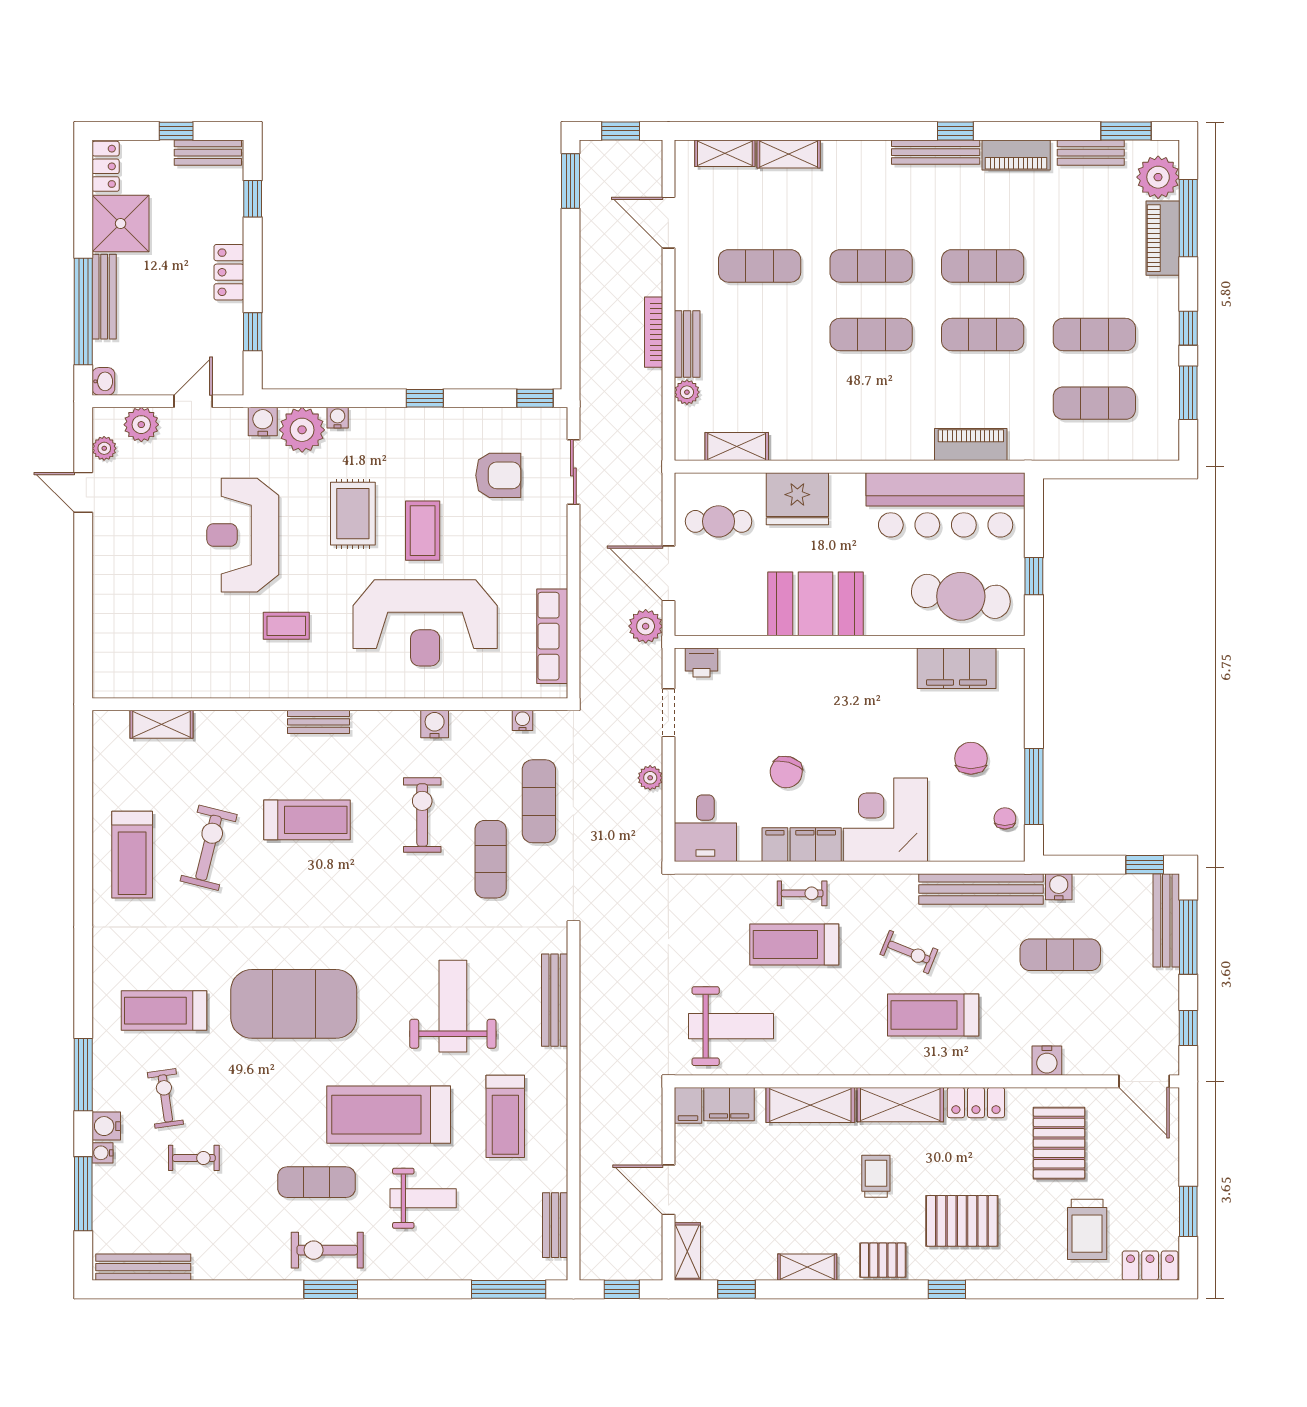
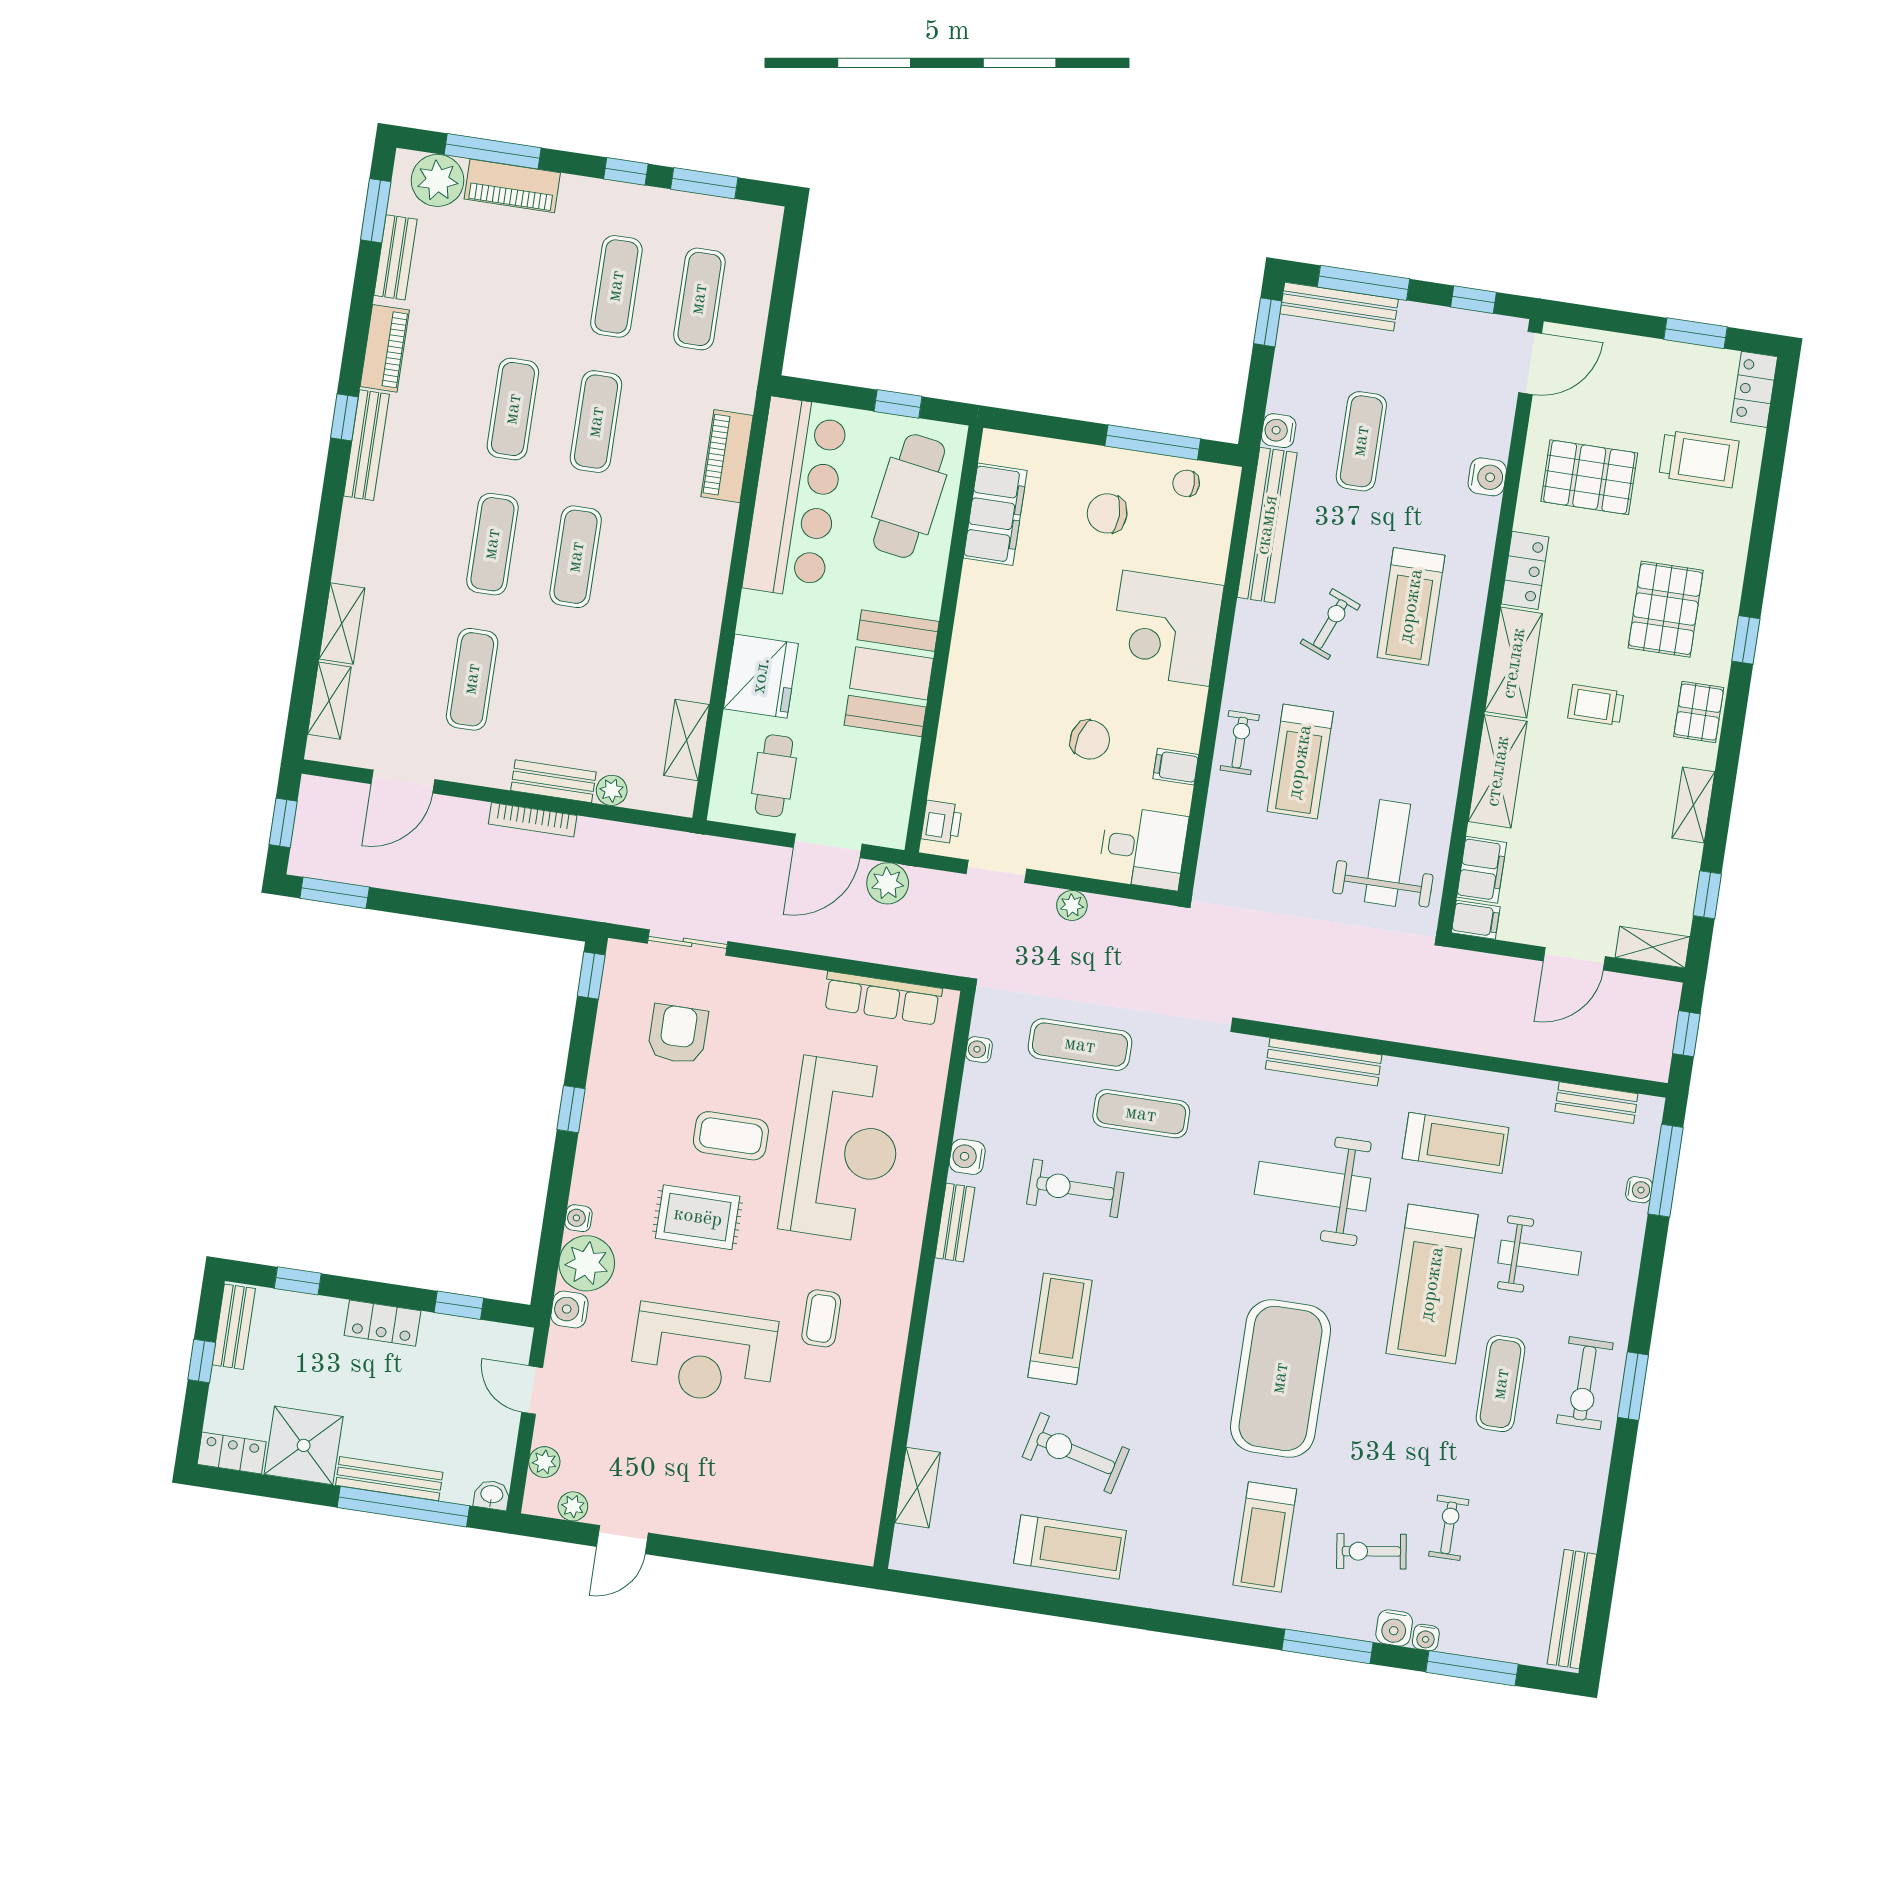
plant: (141, 425) -> (544, 1462), width x0.73, depth x0.73
bench: (318, 722) -> (955, 1223), moved
filing cabinet: (816, 845) -> (1183, 717), removed
weight bench: (423, 1198) -> (1540, 1258), turned 90
water cooler: (490, 1270) -> (1639, 1190), added

